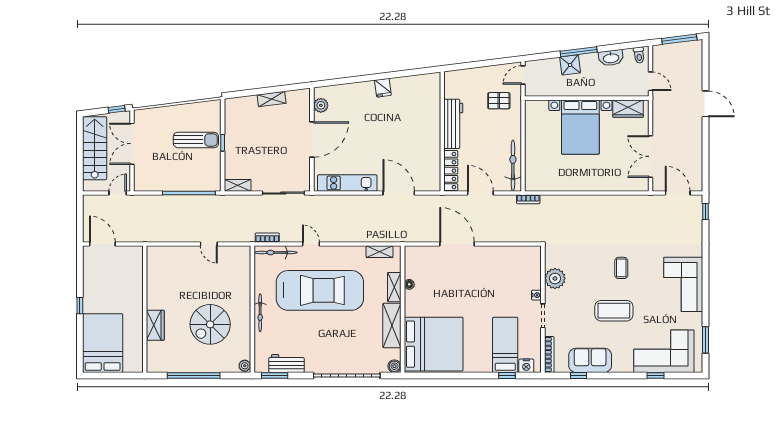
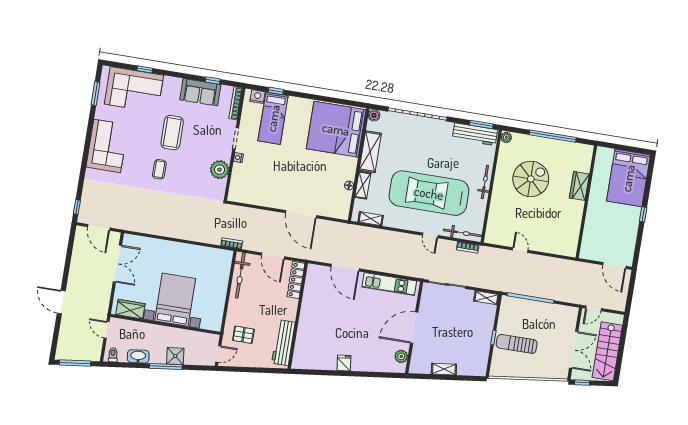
workbench: (453, 124) -> (283, 343), moved
coffee table: (614, 311) -> (172, 133), turned 90
workbench: (286, 364) -> (475, 134), width x1.37

